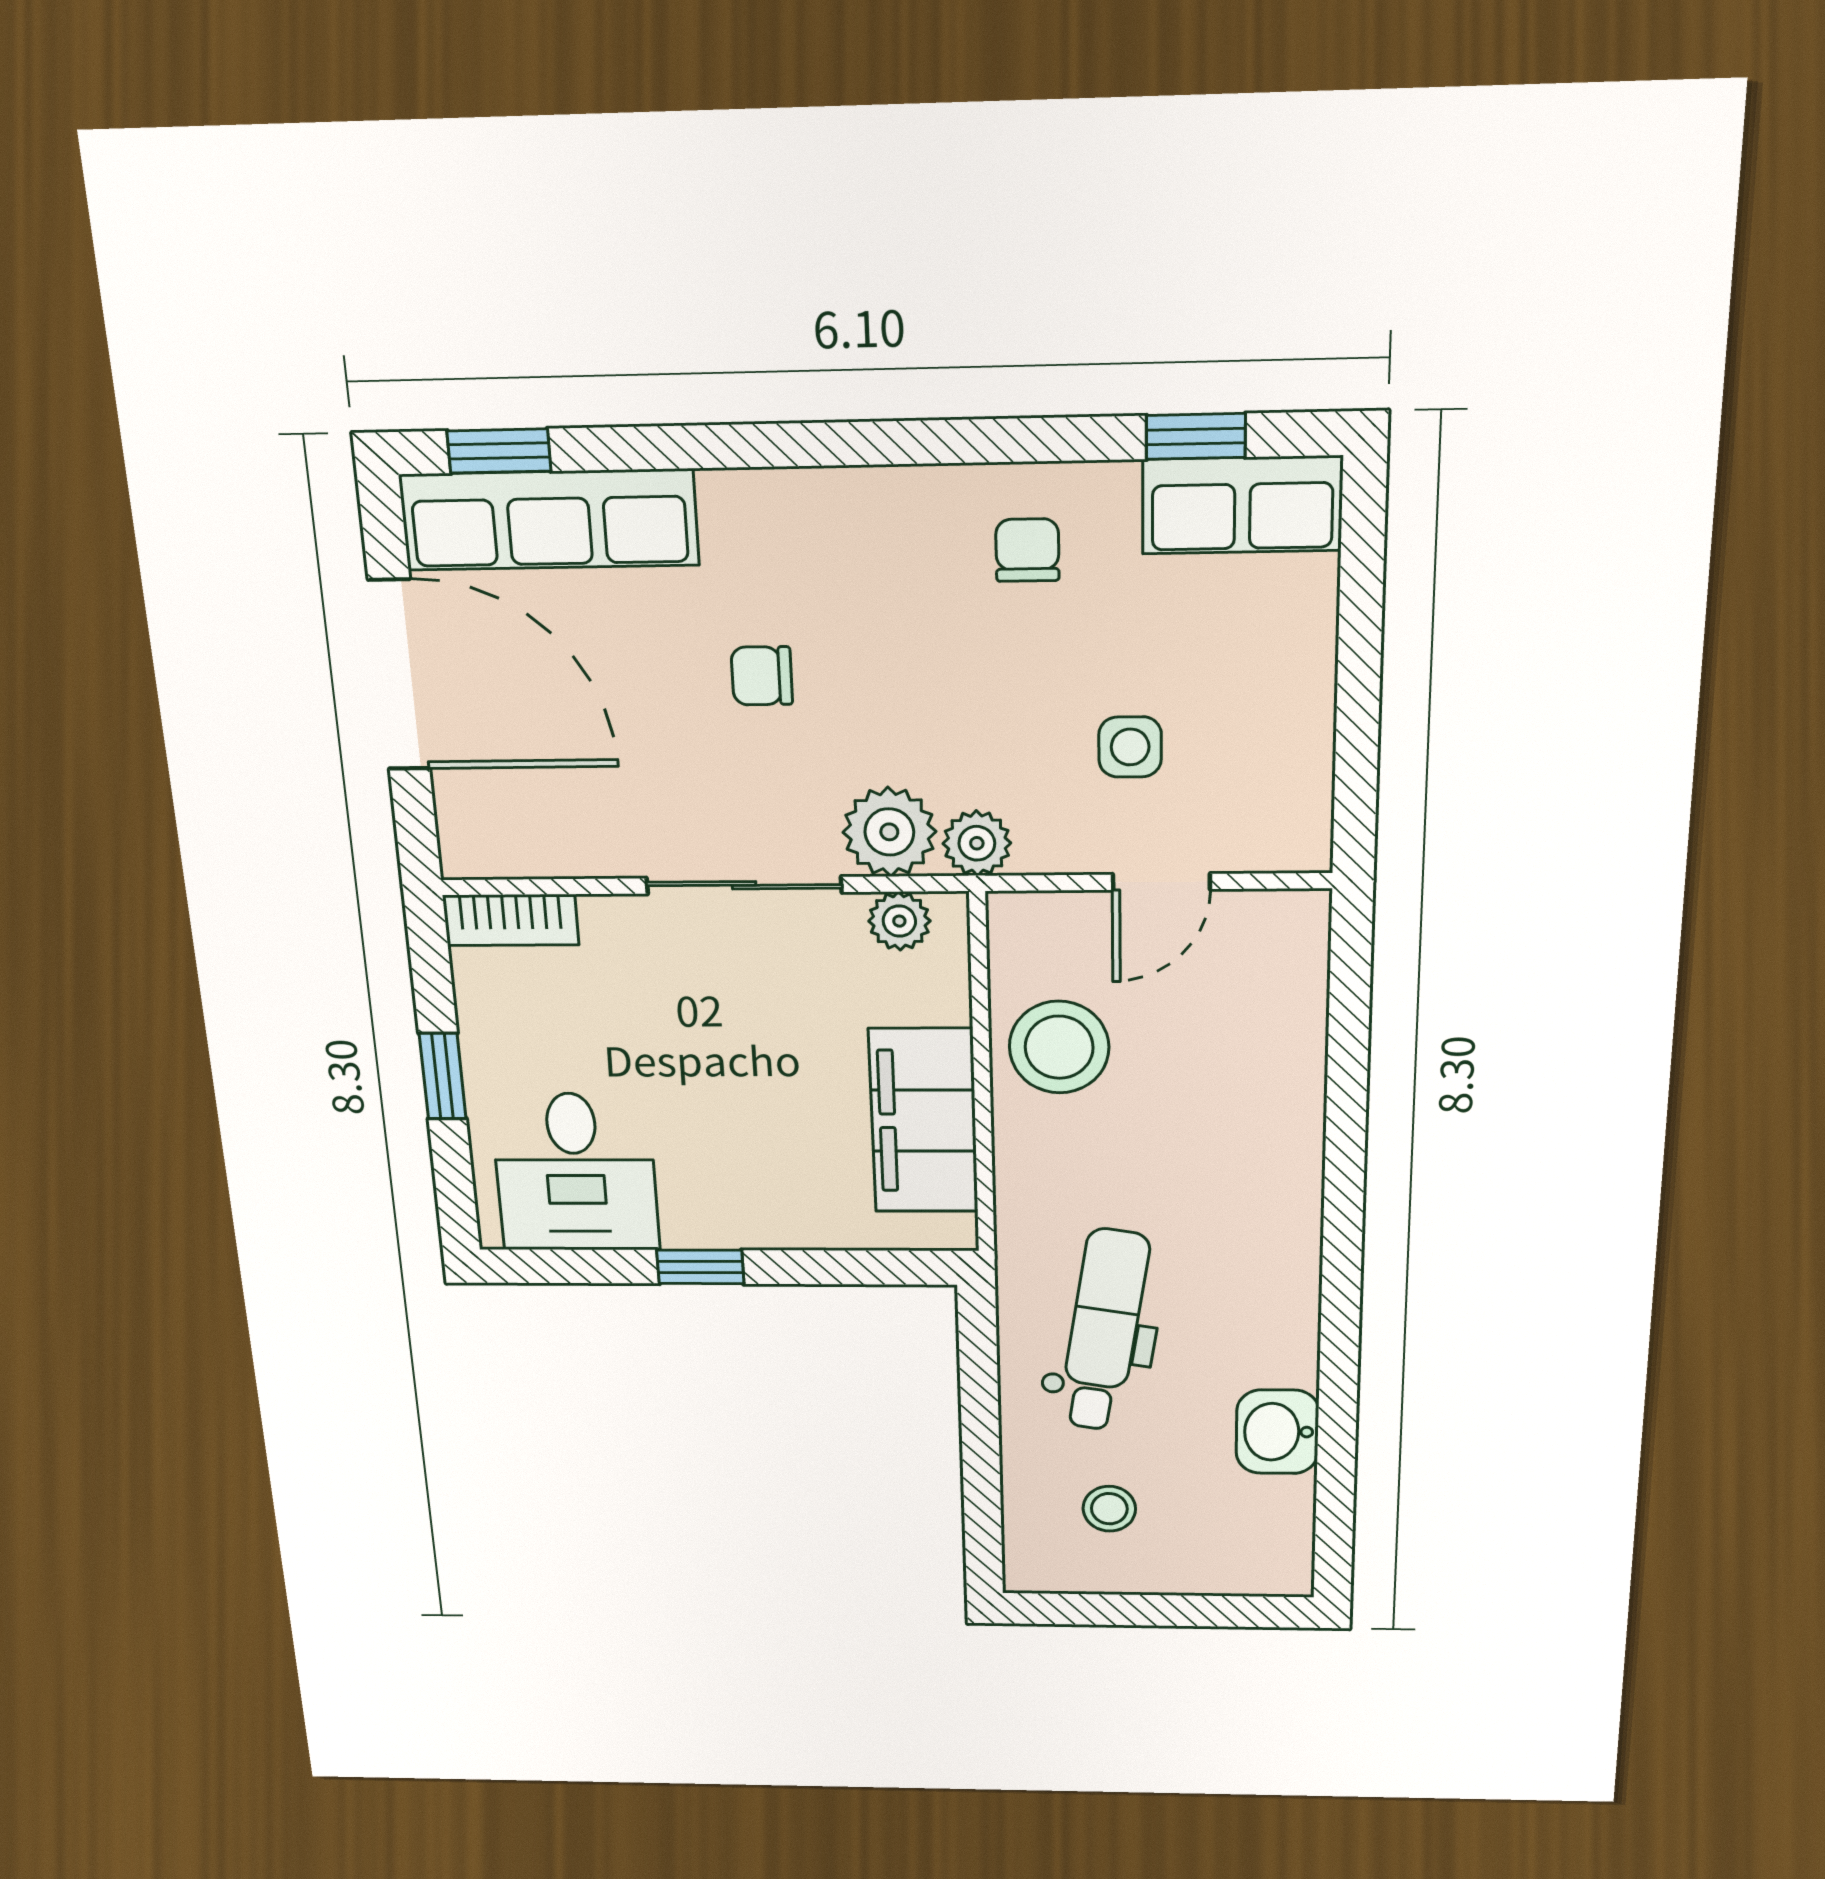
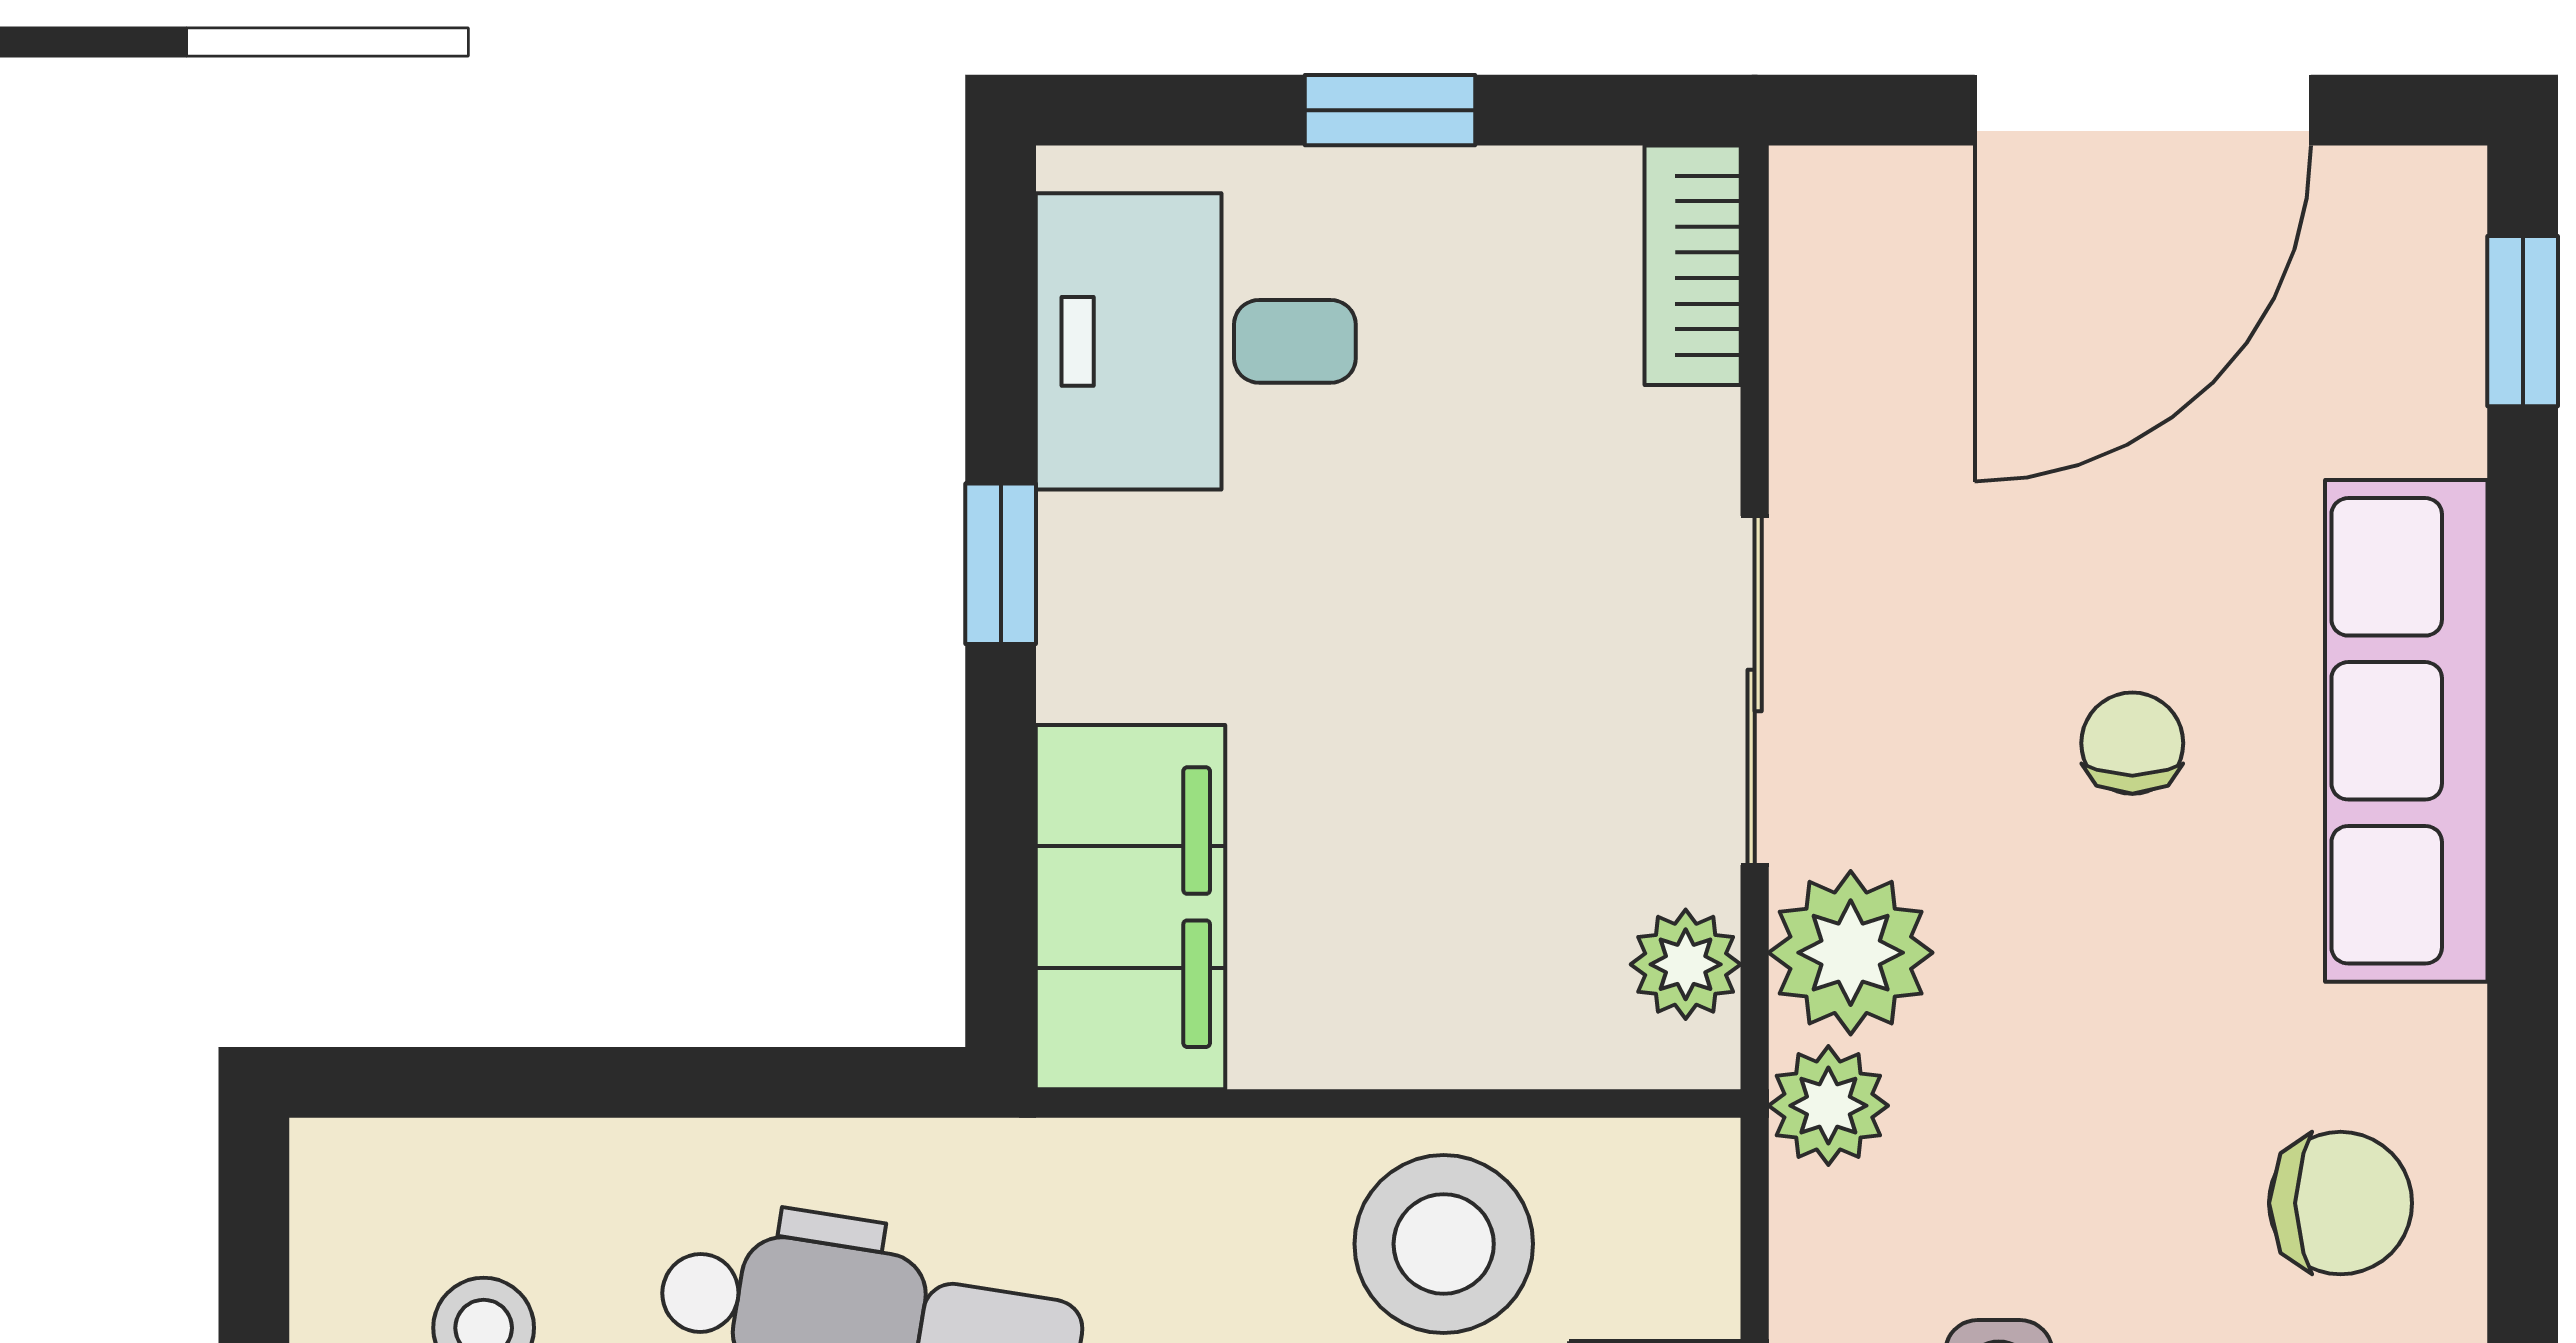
row of seats: (549, 520) -> (2406, 731), moved
chair: (1027, 550) -> (2341, 1203), width x1.37, depth x1.37
filing cabinet: (924, 1121) -> (1130, 907), moved, turned 90

